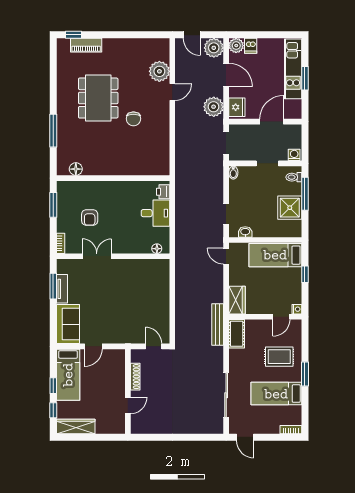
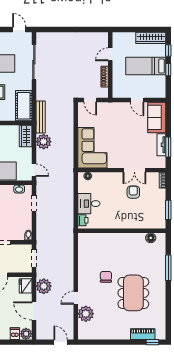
plant: (214, 48) -> (44, 142), moved
armchair: (90, 218) -> (133, 192), moved
corner sofa: (151, 285) -> (92, 148), added
cot: (237, 334) -> (24, 106), width x1.37, depth x1.34
door: (93, 346) -> (137, 100), swing flipped
bed: (68, 375) -> (146, 66), moved, turned -90

